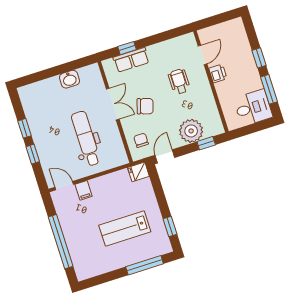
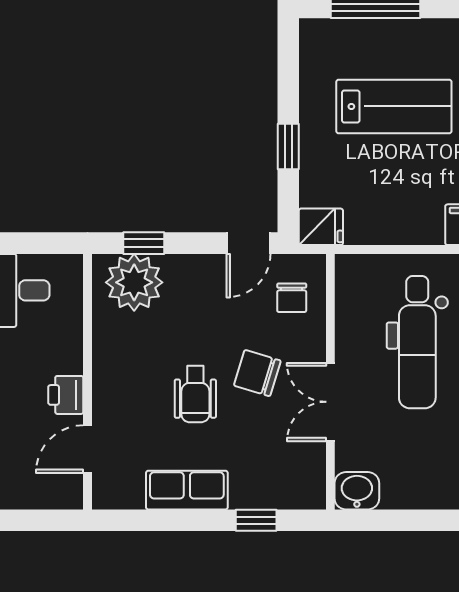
row of seats: (131, 60) -> (187, 490), moved
washbasin: (69, 79) -> (357, 491), moved
wheelchair: (179, 81) -> (195, 394), moved
plant: (191, 131) -> (134, 282), moved
window: (170, 227) -> (288, 146), moved

